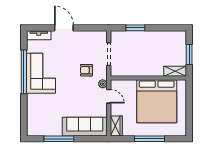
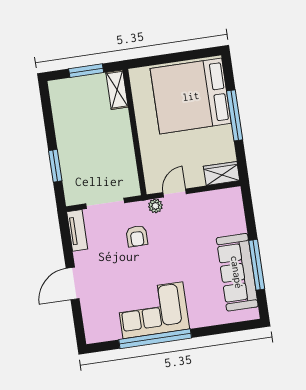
tv unit: (39, 35) -> (77, 230), moved
bed: (157, 101) -> (191, 96), moved, turned 180
sofa: (85, 127) -> (237, 272), moved

